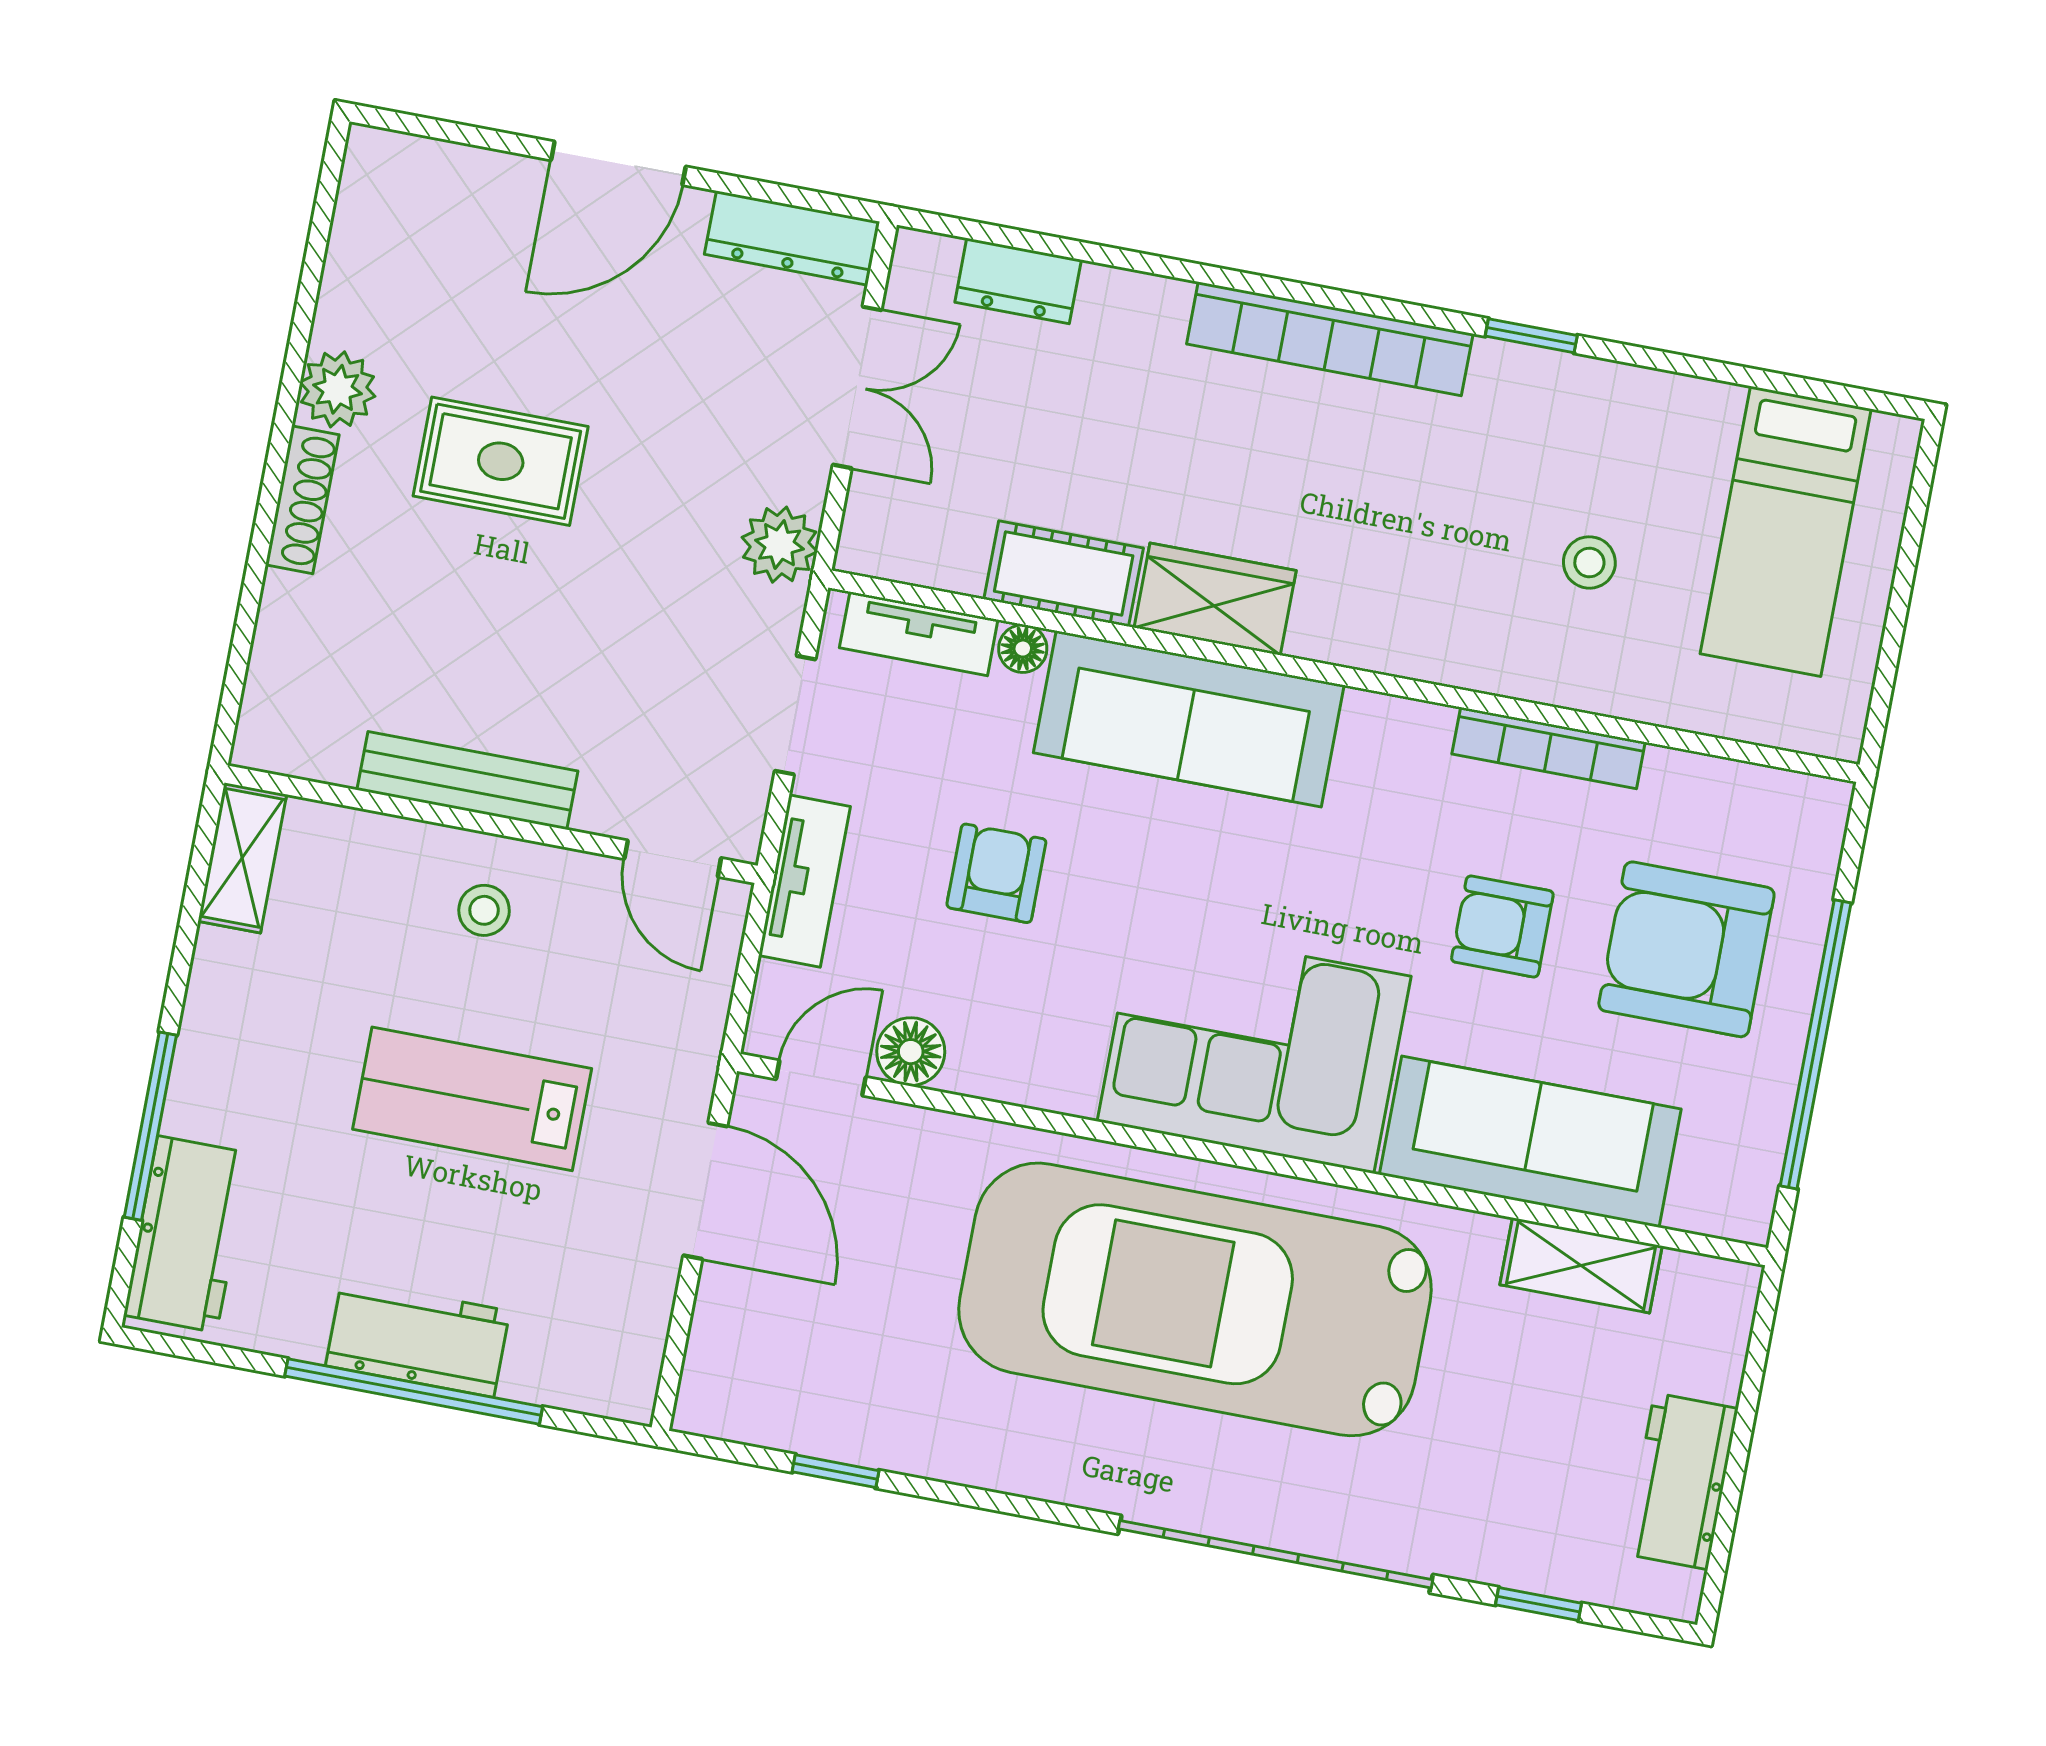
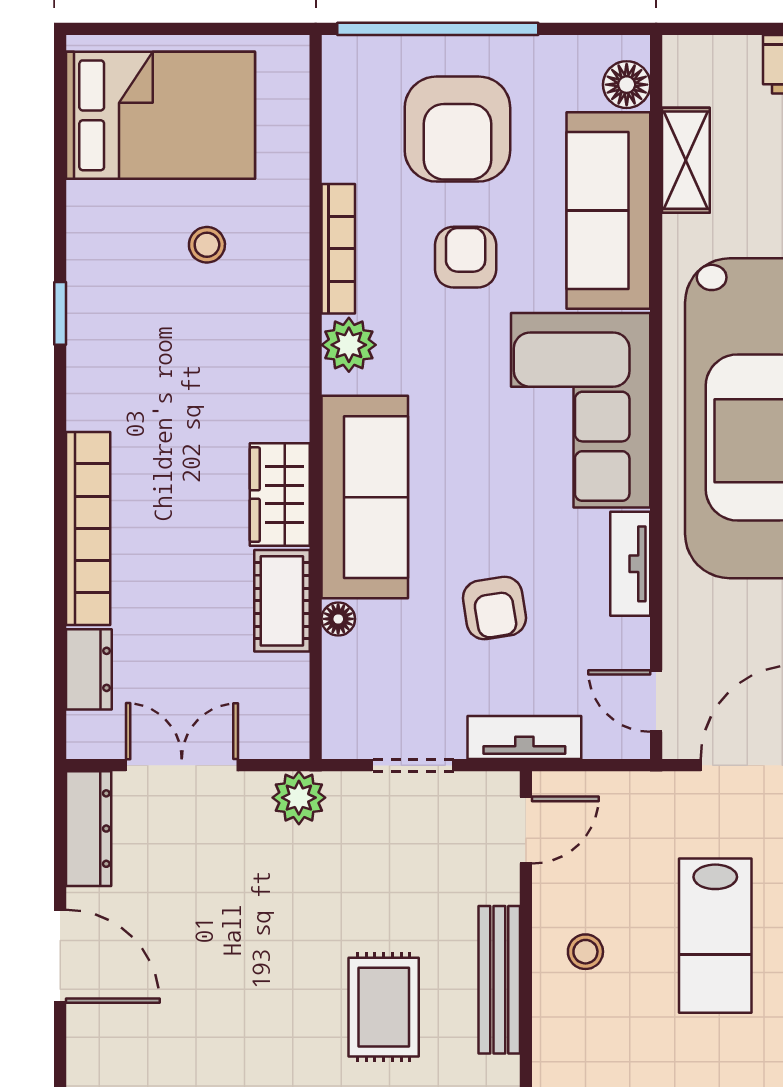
bookcase: (1330, 339) -> (88, 528), moved
rug: (501, 461) -> (384, 1007), moved
bed: (1786, 531) -> (161, 115), width x1.50
tv unit: (919, 634) -> (630, 564), moved, turned 180
plant: (1409, 737) -> (349, 345), added
armchair: (996, 873) -> (494, 608), turned -99
armchair: (1502, 926) -> (466, 257), turned 180
window: (1816, 1044) -> (438, 29), moved
floor lamp: (911, 1052) -> (627, 85), moved

